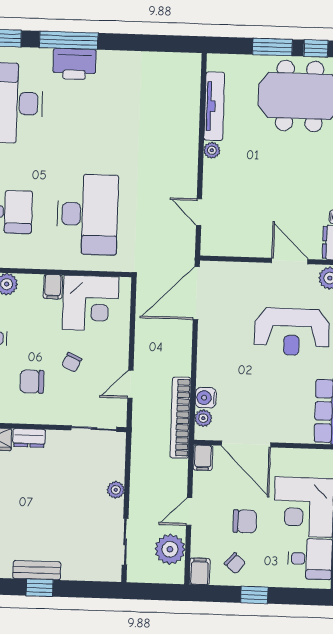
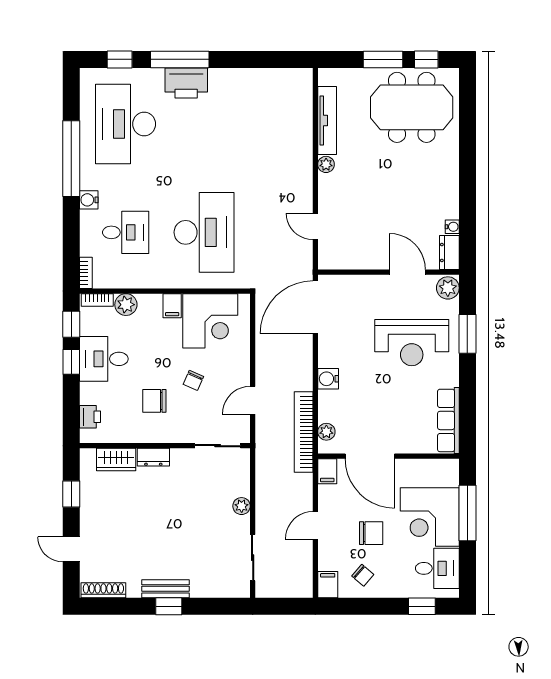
water cooler: (206, 398) -> (328, 379), moved
plant: (170, 549) -> (297, 564), removed
window: (254, 595) -> (422, 606), moved

